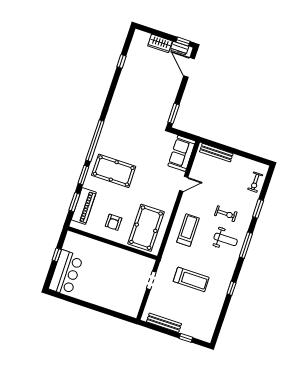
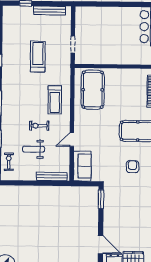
exercise bike: (226, 214) -> (39, 126), moved
armchair: (114, 222) -> (133, 167), moved
weight bench: (226, 239) -> (34, 149), moved
treadmill: (191, 279) -> (38, 57), turned 90

